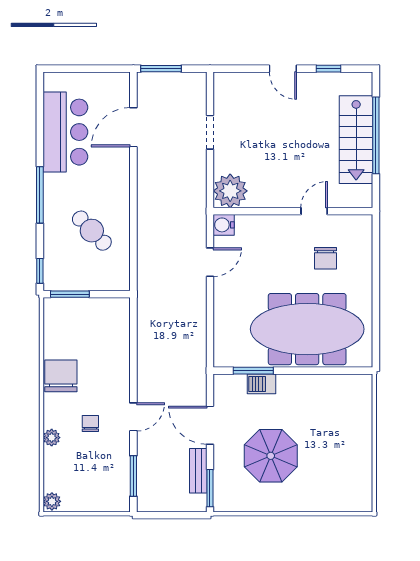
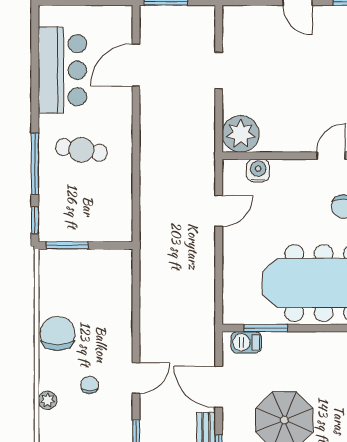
window: (40, 195) -> (35, 164), moved
water cooler: (224, 225) -> (258, 170), moved, turned 90
cafe table: (92, 231) -> (81, 150), moved, turned -37
barbecue: (261, 384) -> (246, 342), moved

